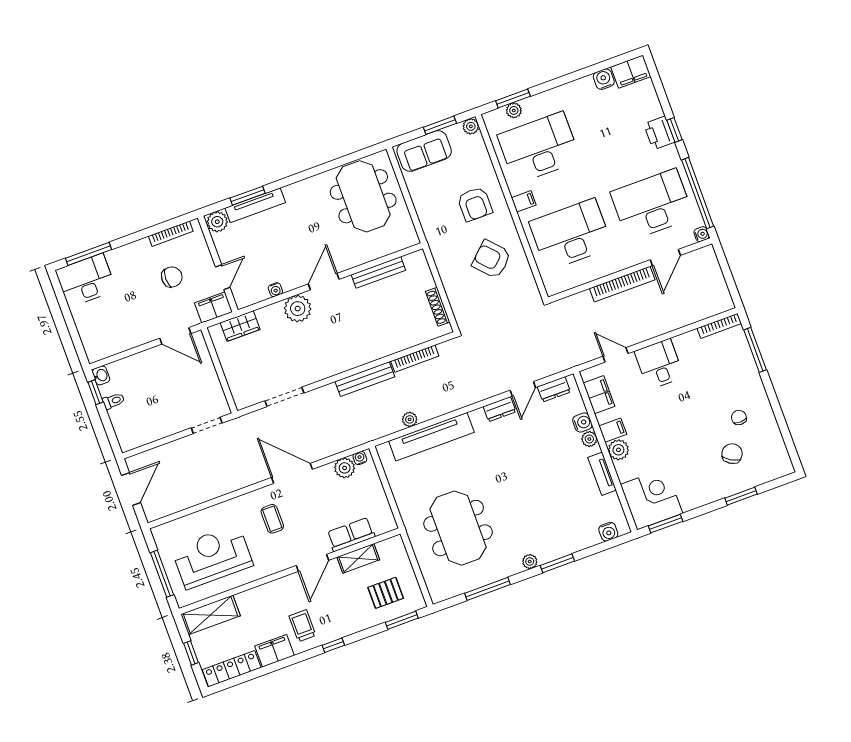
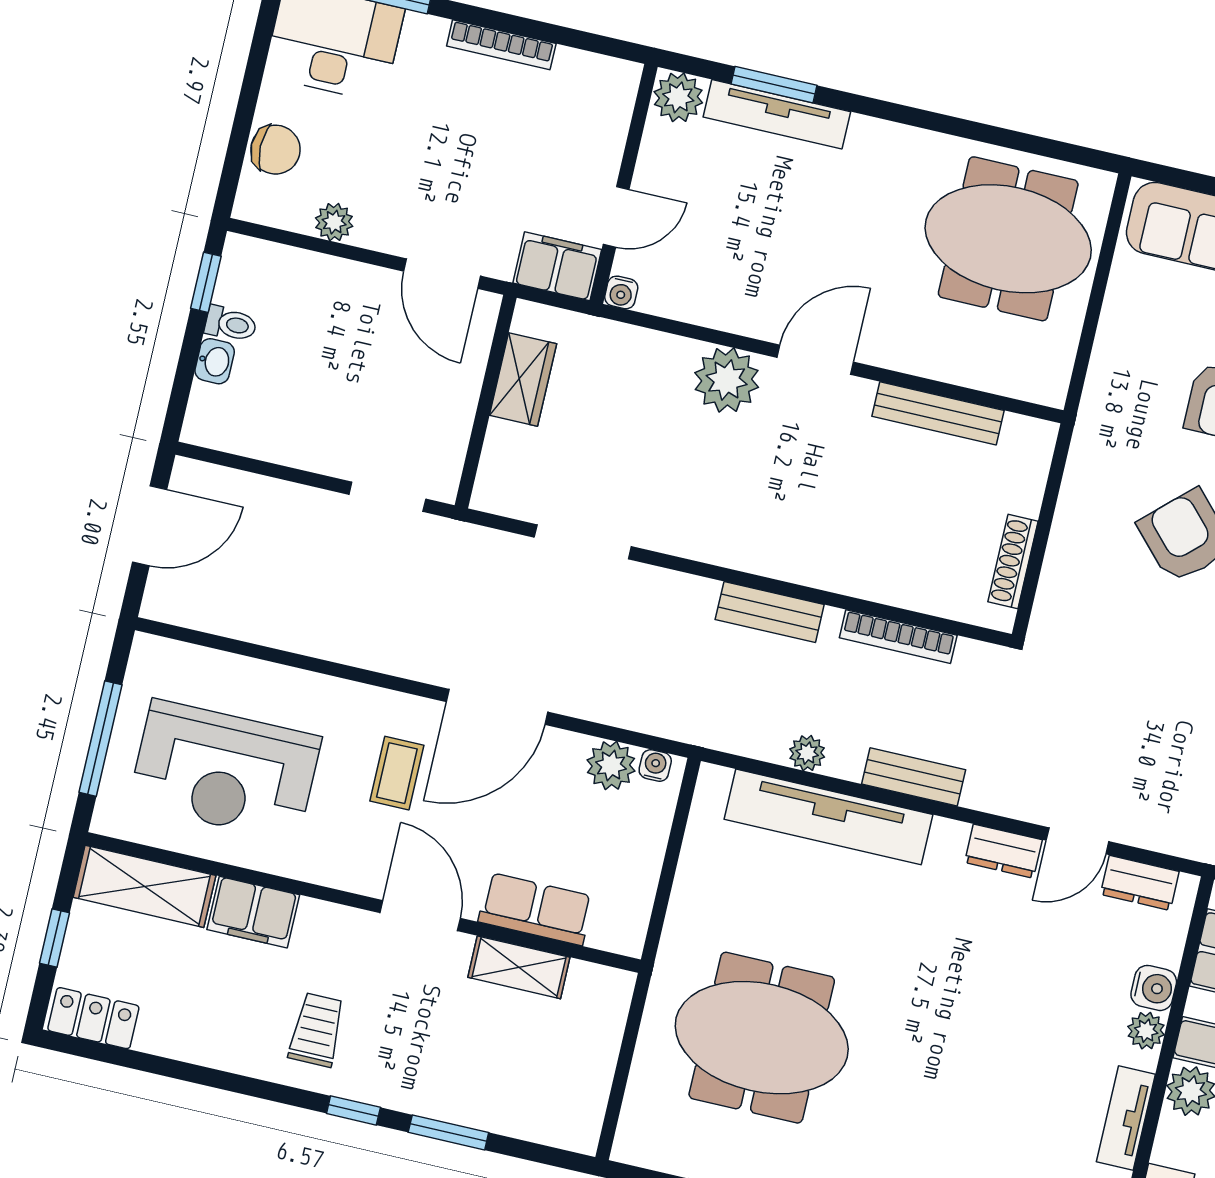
meeting table: (363, 196) -> (1008, 239), turned 90
bookcase: (171, 234) -> (501, 45), moved
chair: (172, 277) -> (275, 150), moved
water cooler: (275, 290) -> (621, 292), moved
wardrobe: (240, 326) -> (523, 380), moved, turned -90
plant: (126, 342) -> (334, 222), added
washbasin: (101, 375) -> (215, 361), moved
bench: (365, 379) -> (770, 612), width x0.73
bench: (452, 404) -> (914, 777), added
door: (292, 473) -> (497, 707), swing flipped
meeting table: (458, 528) -> (762, 1038), turned 90
reception desk: (212, 557) -> (225, 771), turned 180
door: (312, 563) -> (420, 916), swing flipped
pallet: (386, 593) -> (529, 1073), removed
window: (402, 620) -> (448, 1132), moved
filing cabinet: (275, 651) -> (253, 912), moved, turned 180
locker: (232, 669) -> (93, 1018), width x0.66

